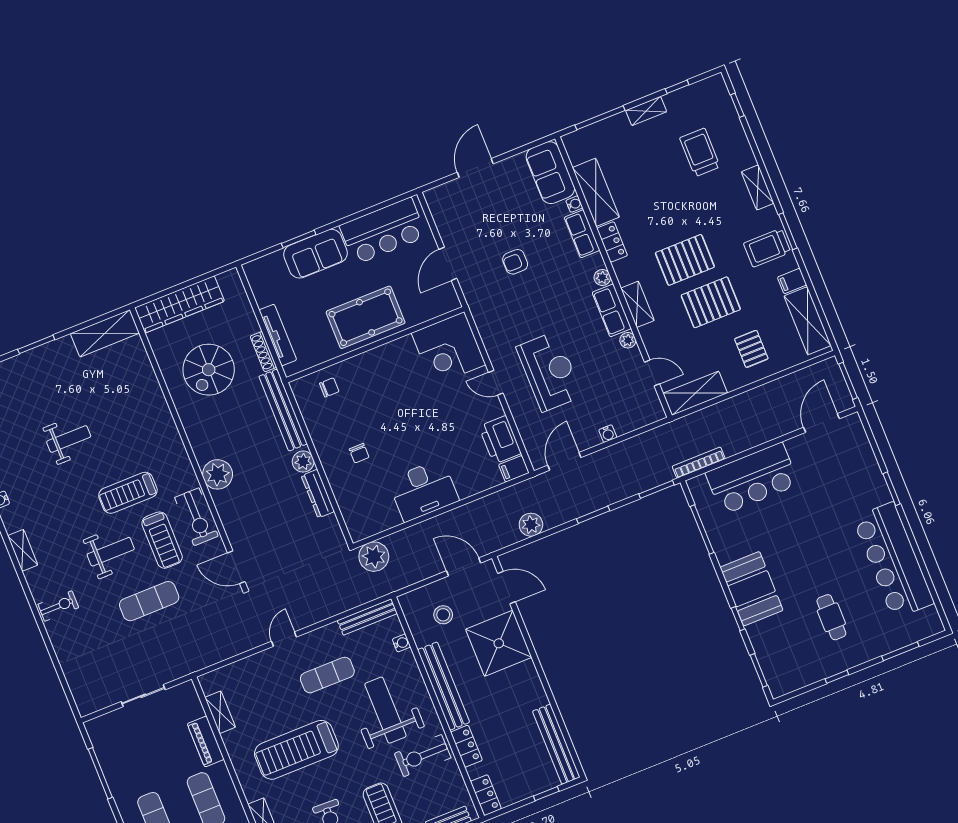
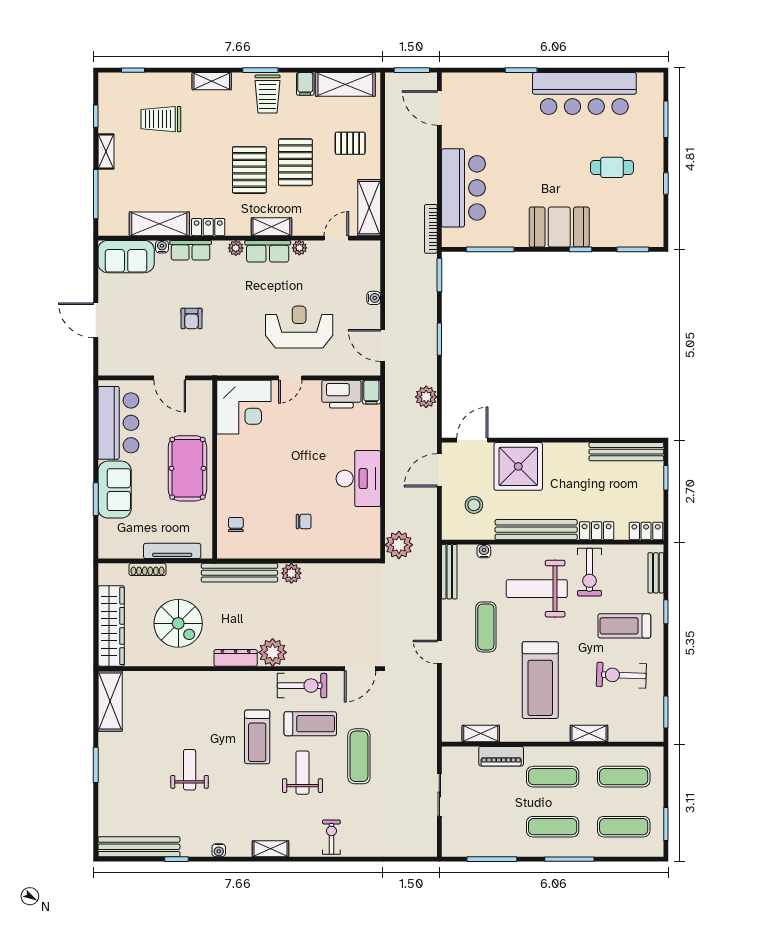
shoe rack: (263, 352) -> (147, 569), moved
dresser: (318, 494) -> (236, 658), moved, turned 180

